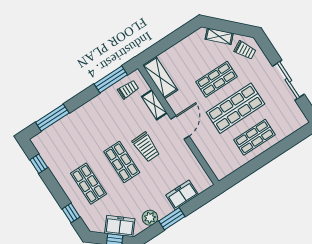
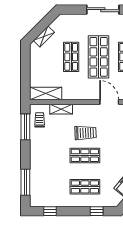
trolley: (245, 50) -> (64, 25), removed
door: (180, 128) -> (109, 102), moved

